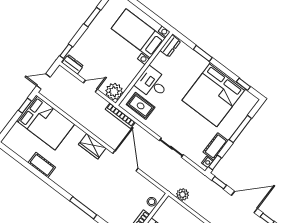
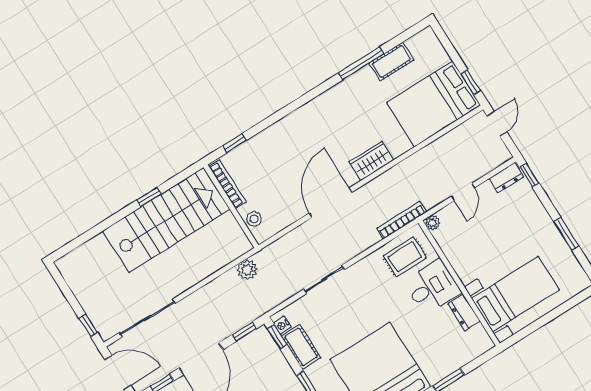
dresser: (170, 46) -> (464, 313), moved
plant: (114, 92) -> (432, 223), width x0.53, depth x0.53
door: (125, 161) -> (330, 203), swing flipped
cot: (42, 165) -> (392, 61), moved
window: (83, 208) -> (361, 63), moved

